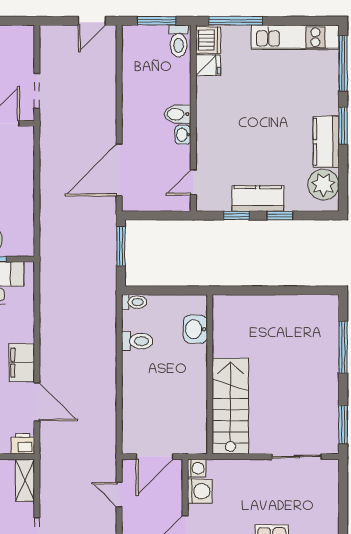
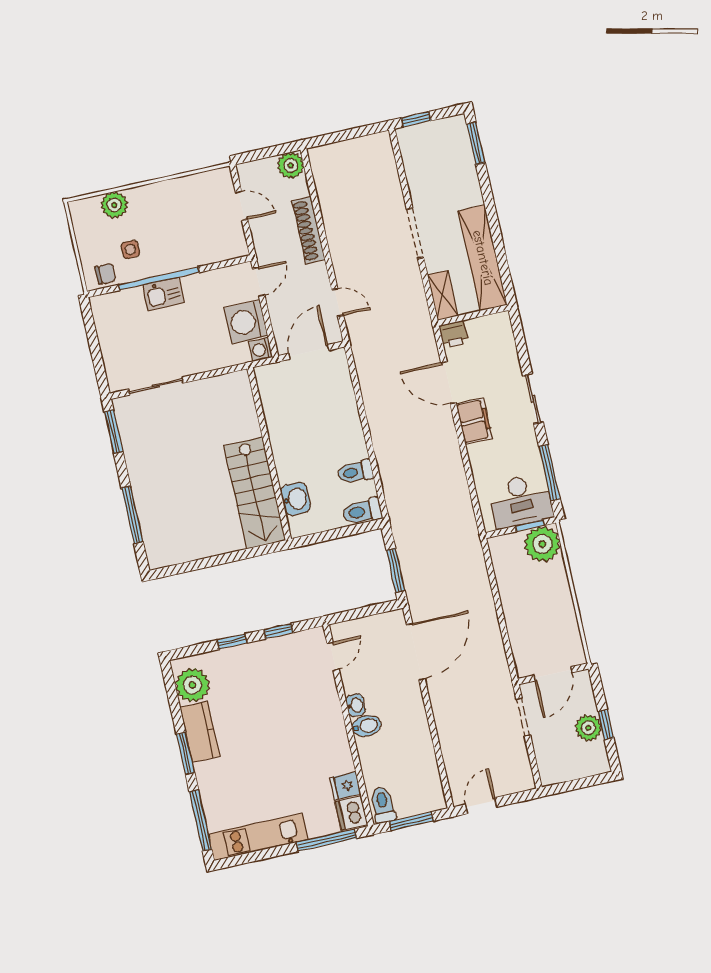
kitchen counter: (258, 199) -> (260, 654), removed
toilet: (134, 302) -> (362, 511), width x1.37, depth x1.39
stairs: (230, 406) -> (255, 493), moved
washing machine: (200, 491) -> (246, 322), width x1.37, depth x1.37

